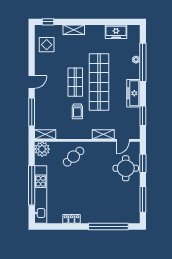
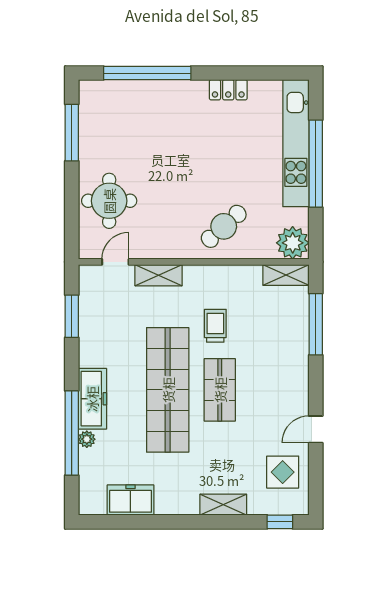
door: (32, 82) -> (316, 429), moved
freezer: (133, 93) -> (92, 399), moved
window: (143, 163) -> (72, 212), removed

